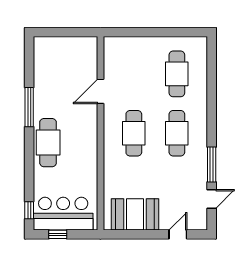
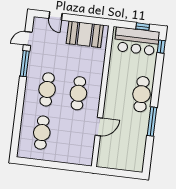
door: (178, 234) -> (55, 16), hinge flipped

